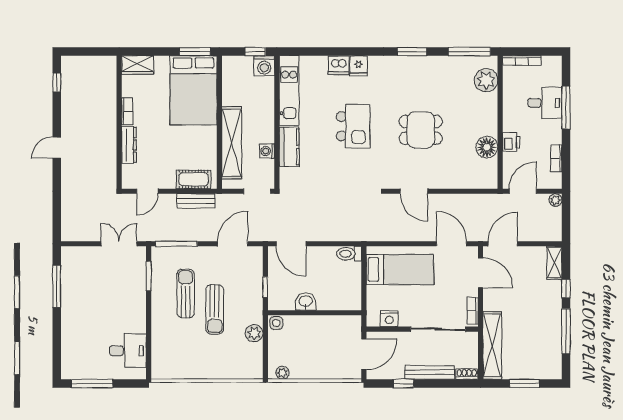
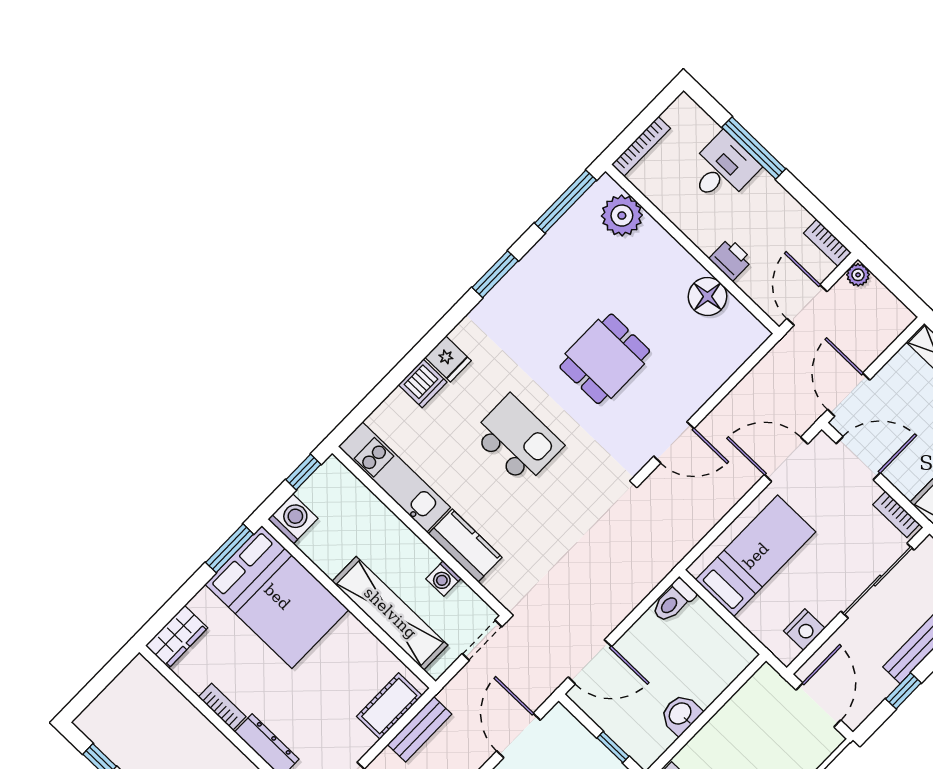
washing machine: (264, 66) -> (293, 519), moved, turned -90
bookcase: (556, 159) -> (828, 243), moved

